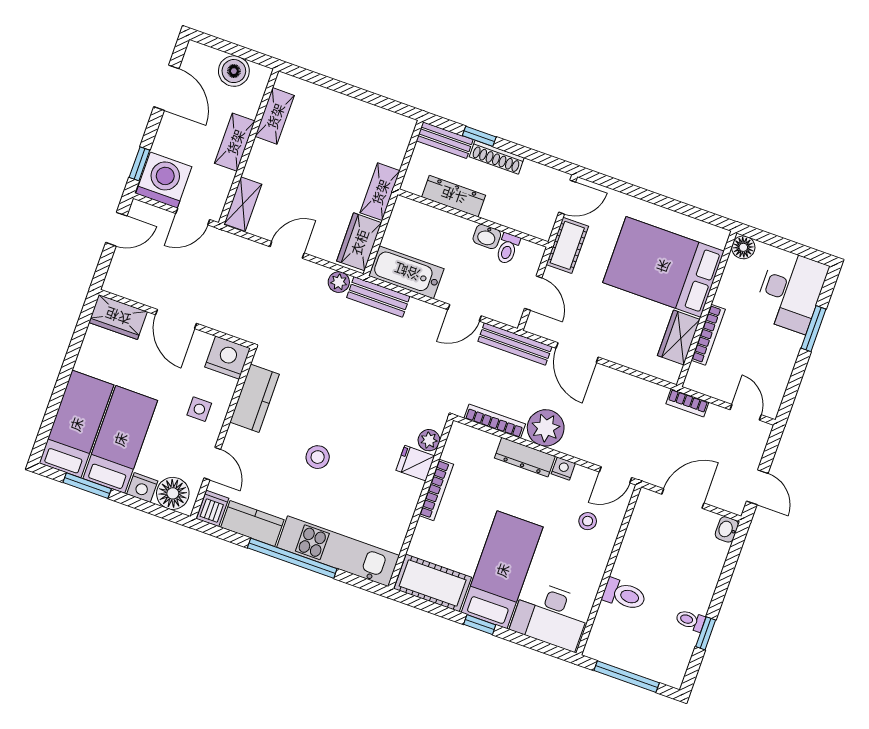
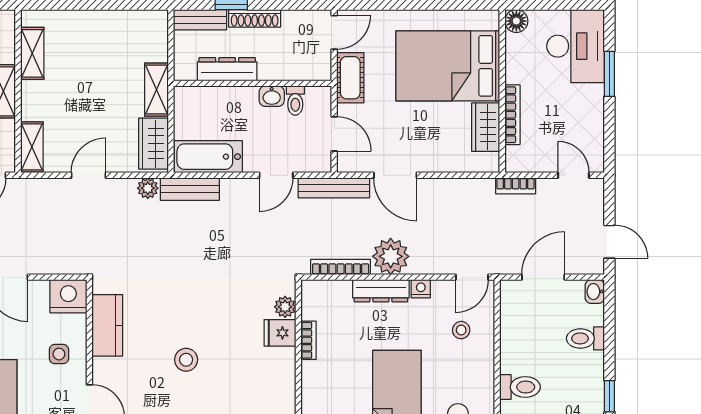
bookcase: (436, 490) -> (309, 340), width x0.64
toilet: (690, 620) -> (585, 338), moved, width x1.37, depth x1.39

